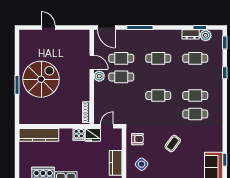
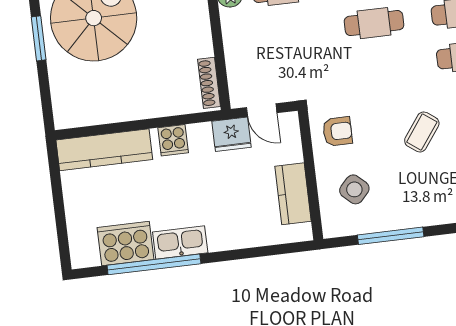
door: (107, 126) -> (262, 110), swing flipped
cooker: (79, 134) -> (173, 140), moved

